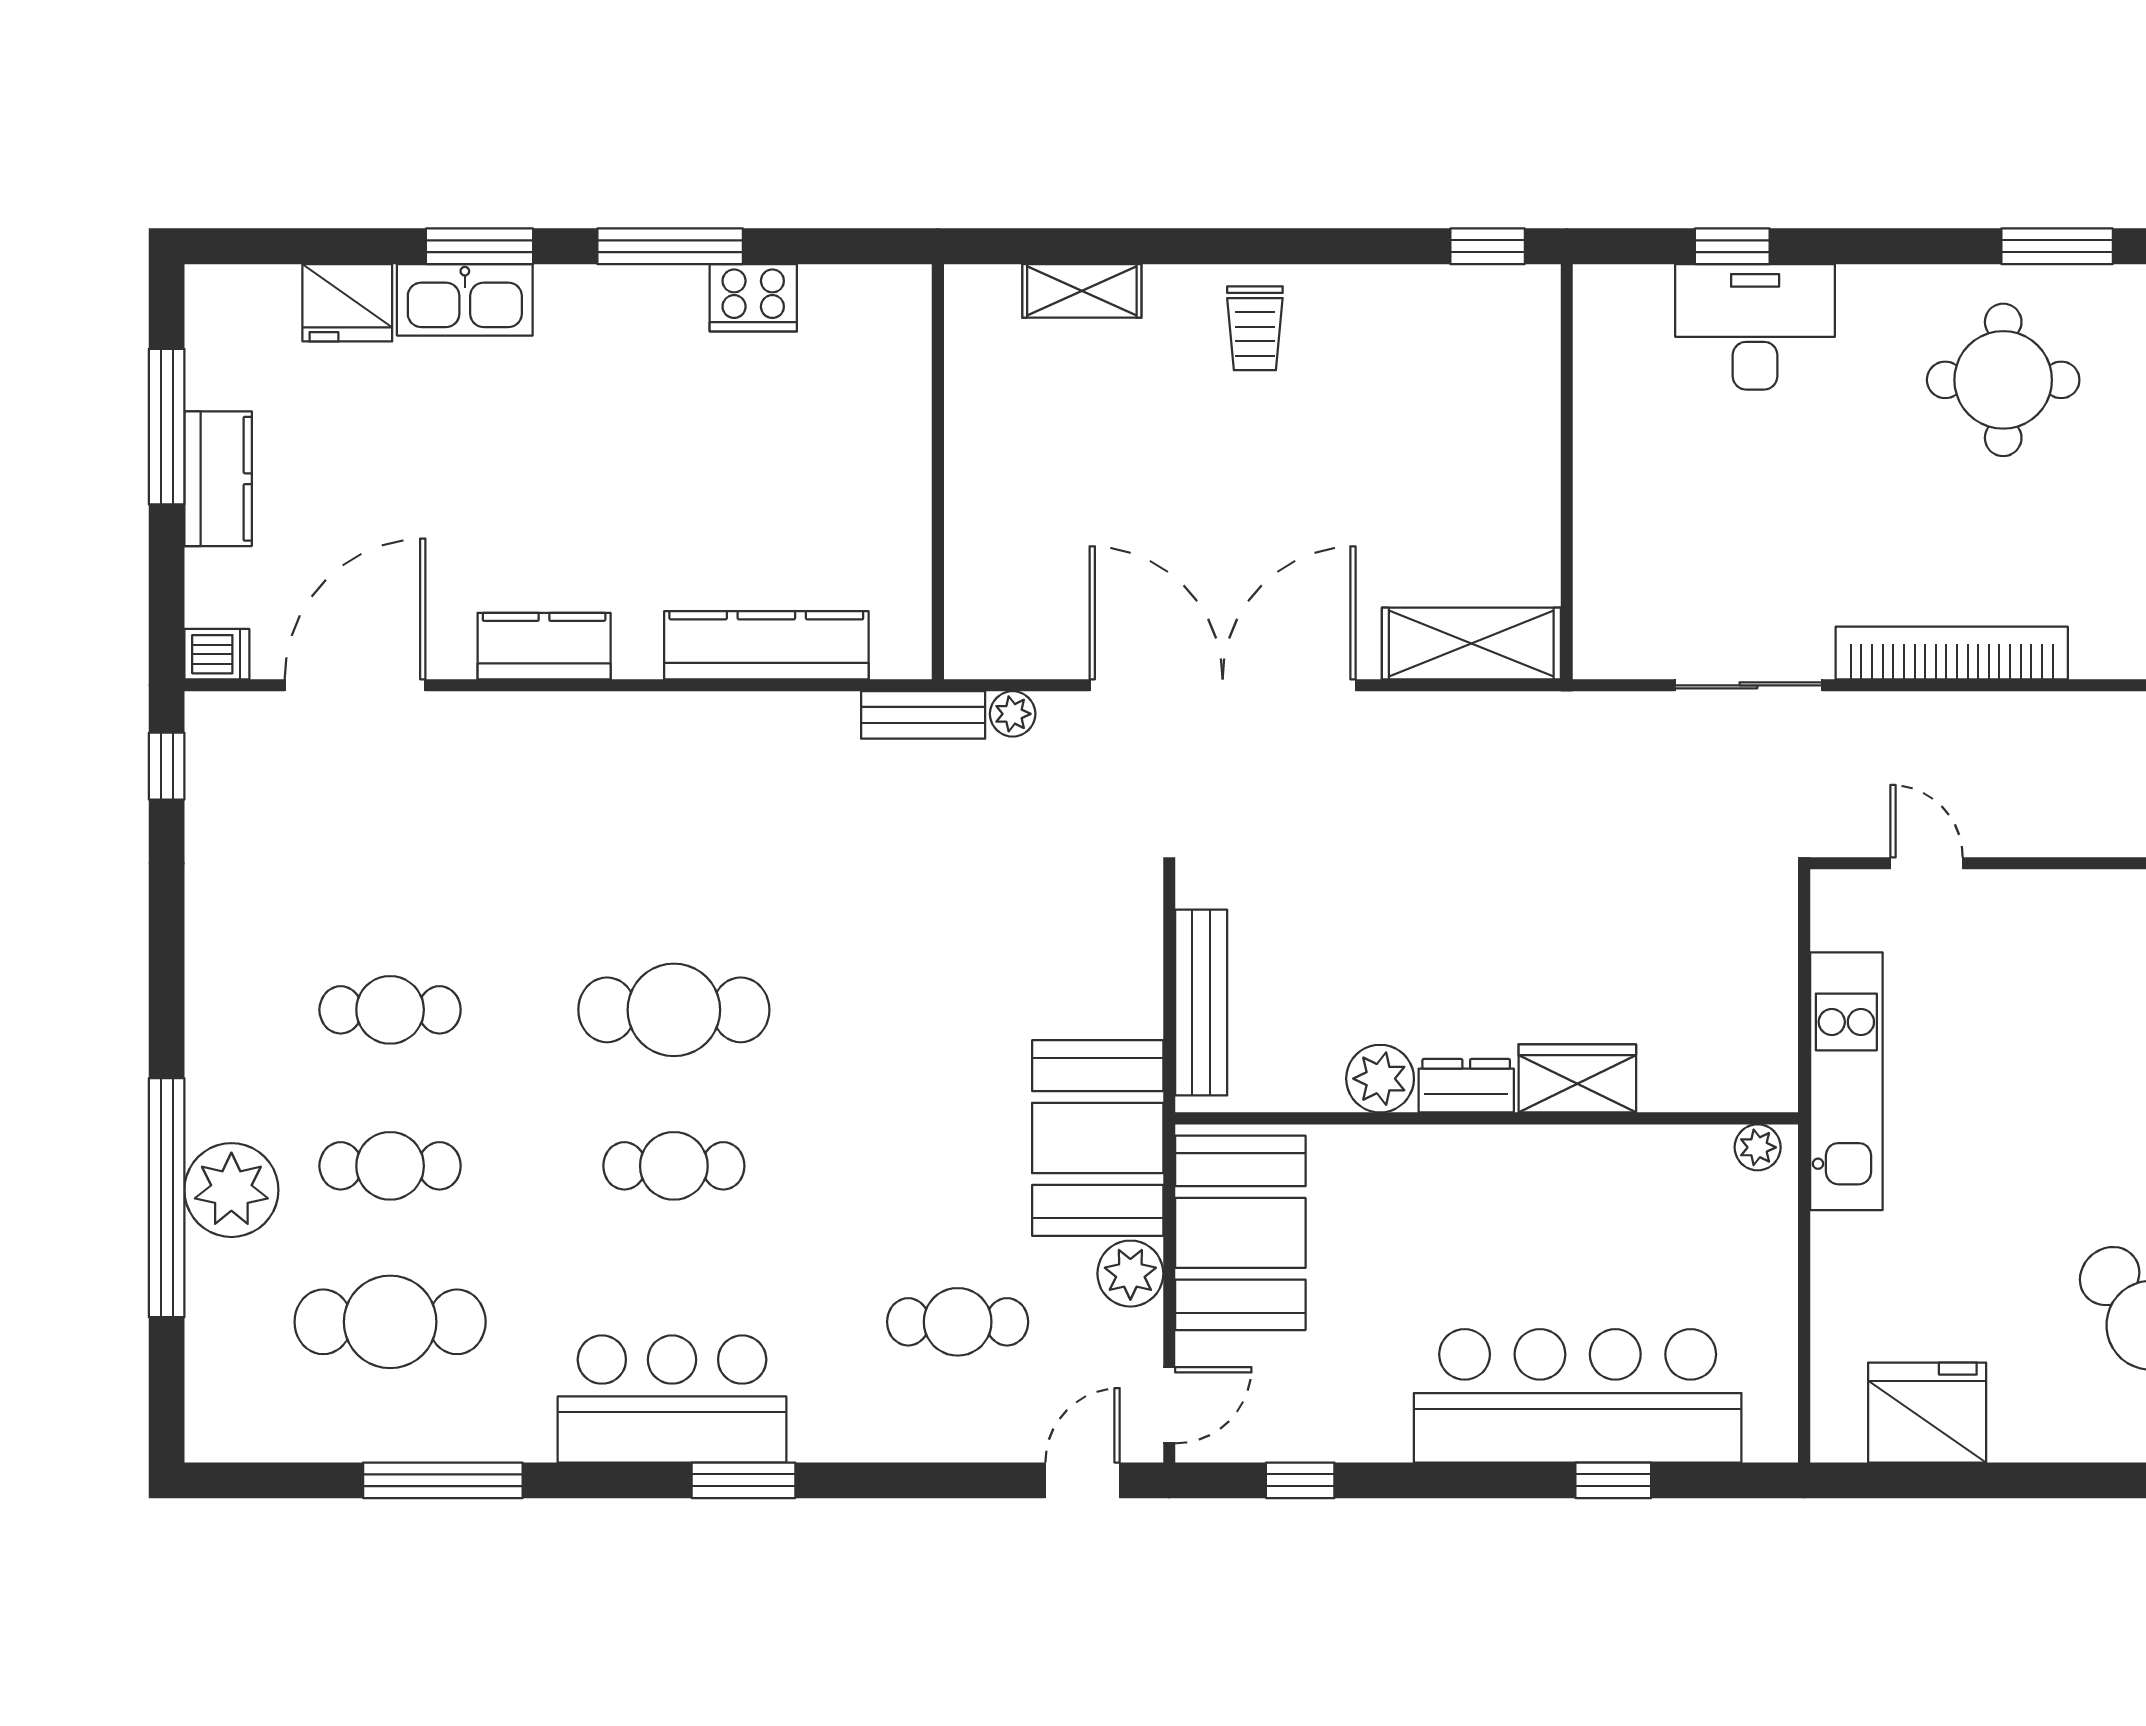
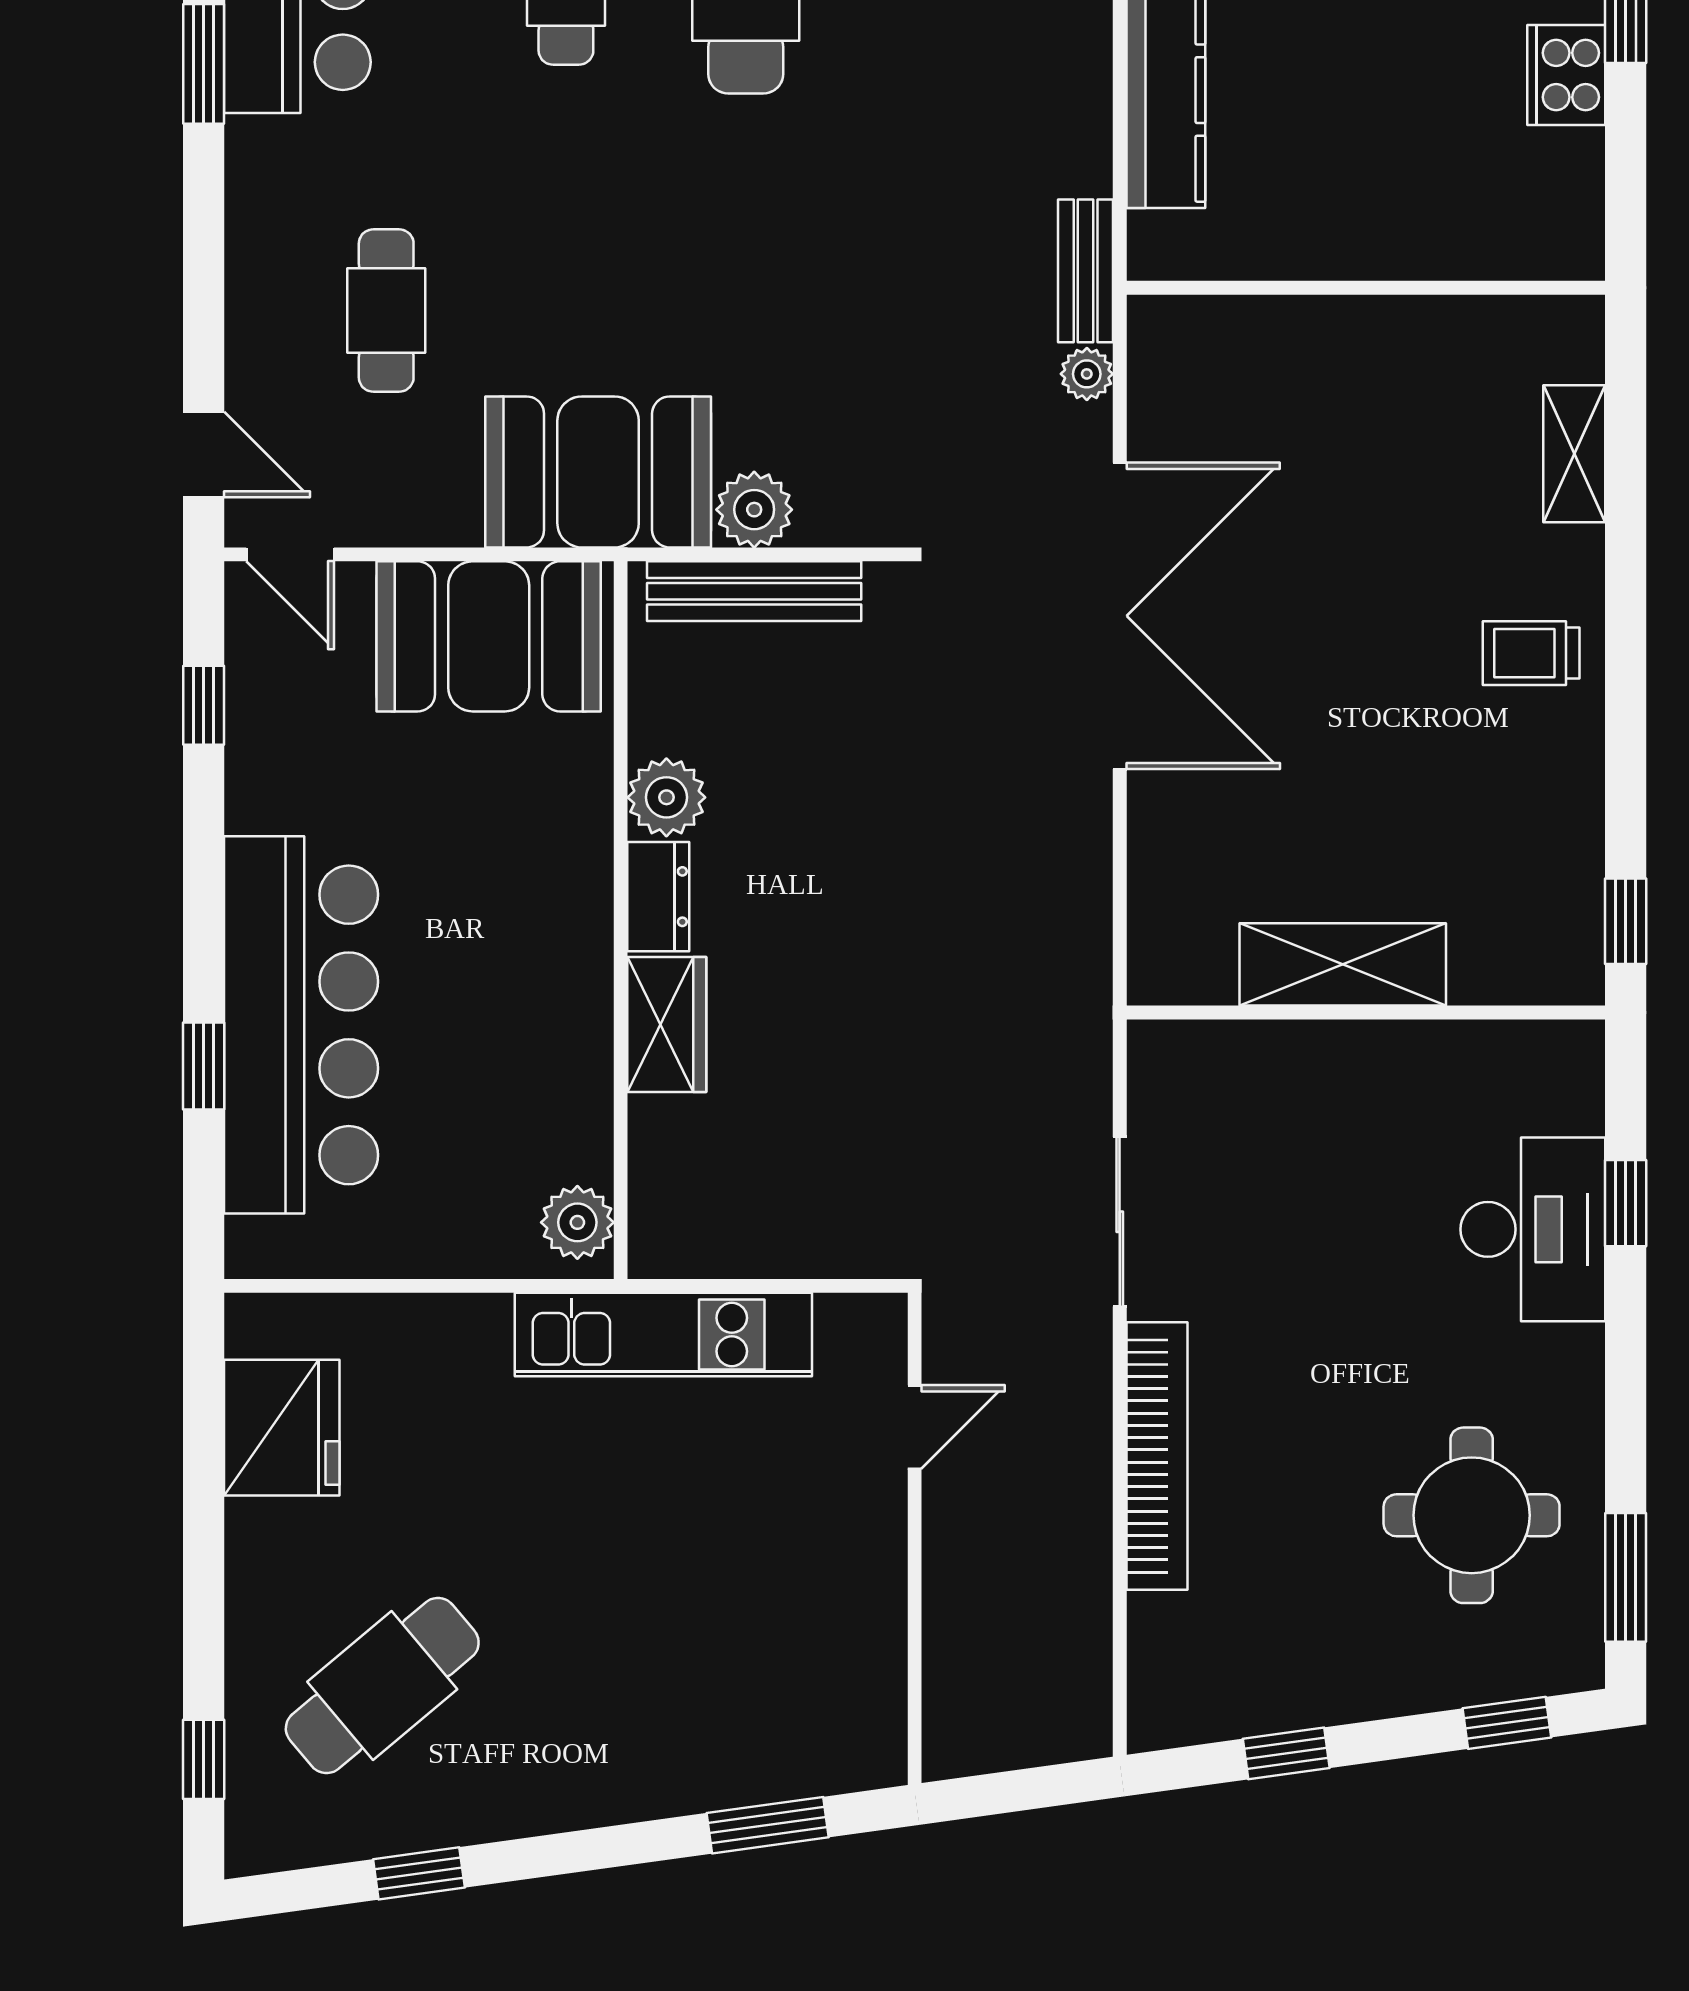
shelving: (1471, 644) -> (1343, 964), moved, turned 90
plant: (1758, 1147) -> (577, 1222), width x1.38, depth x1.38
plant: (1130, 1274) -> (754, 510), moved

